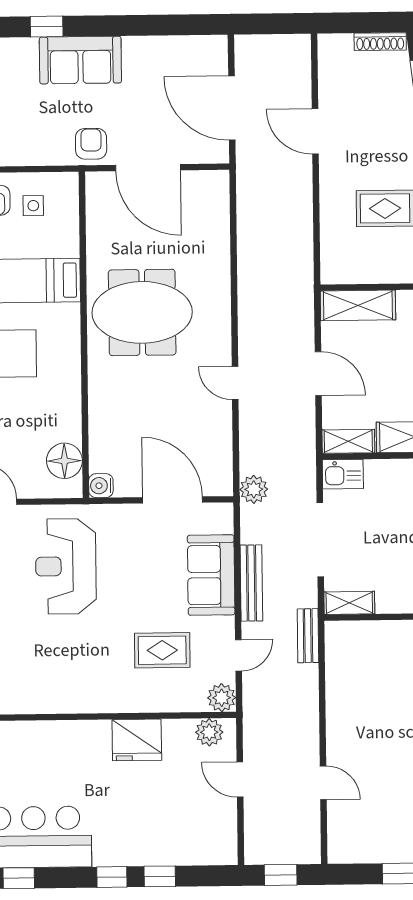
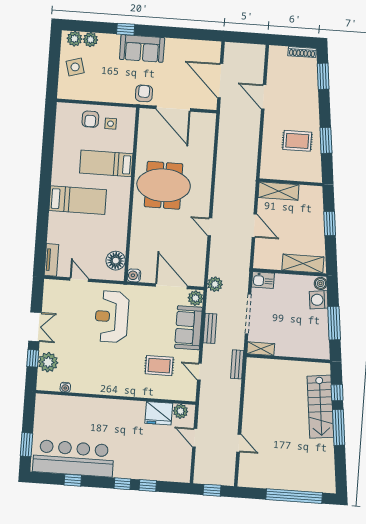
shelving: (348, 441) -> (267, 263), removed
bench: (251, 583) -> (210, 328), width x0.73
door: (238, 655) -> (199, 372), swing flipped
plant: (222, 698) -> (195, 298), moved
fridge: (137, 740) -> (159, 413), moved

